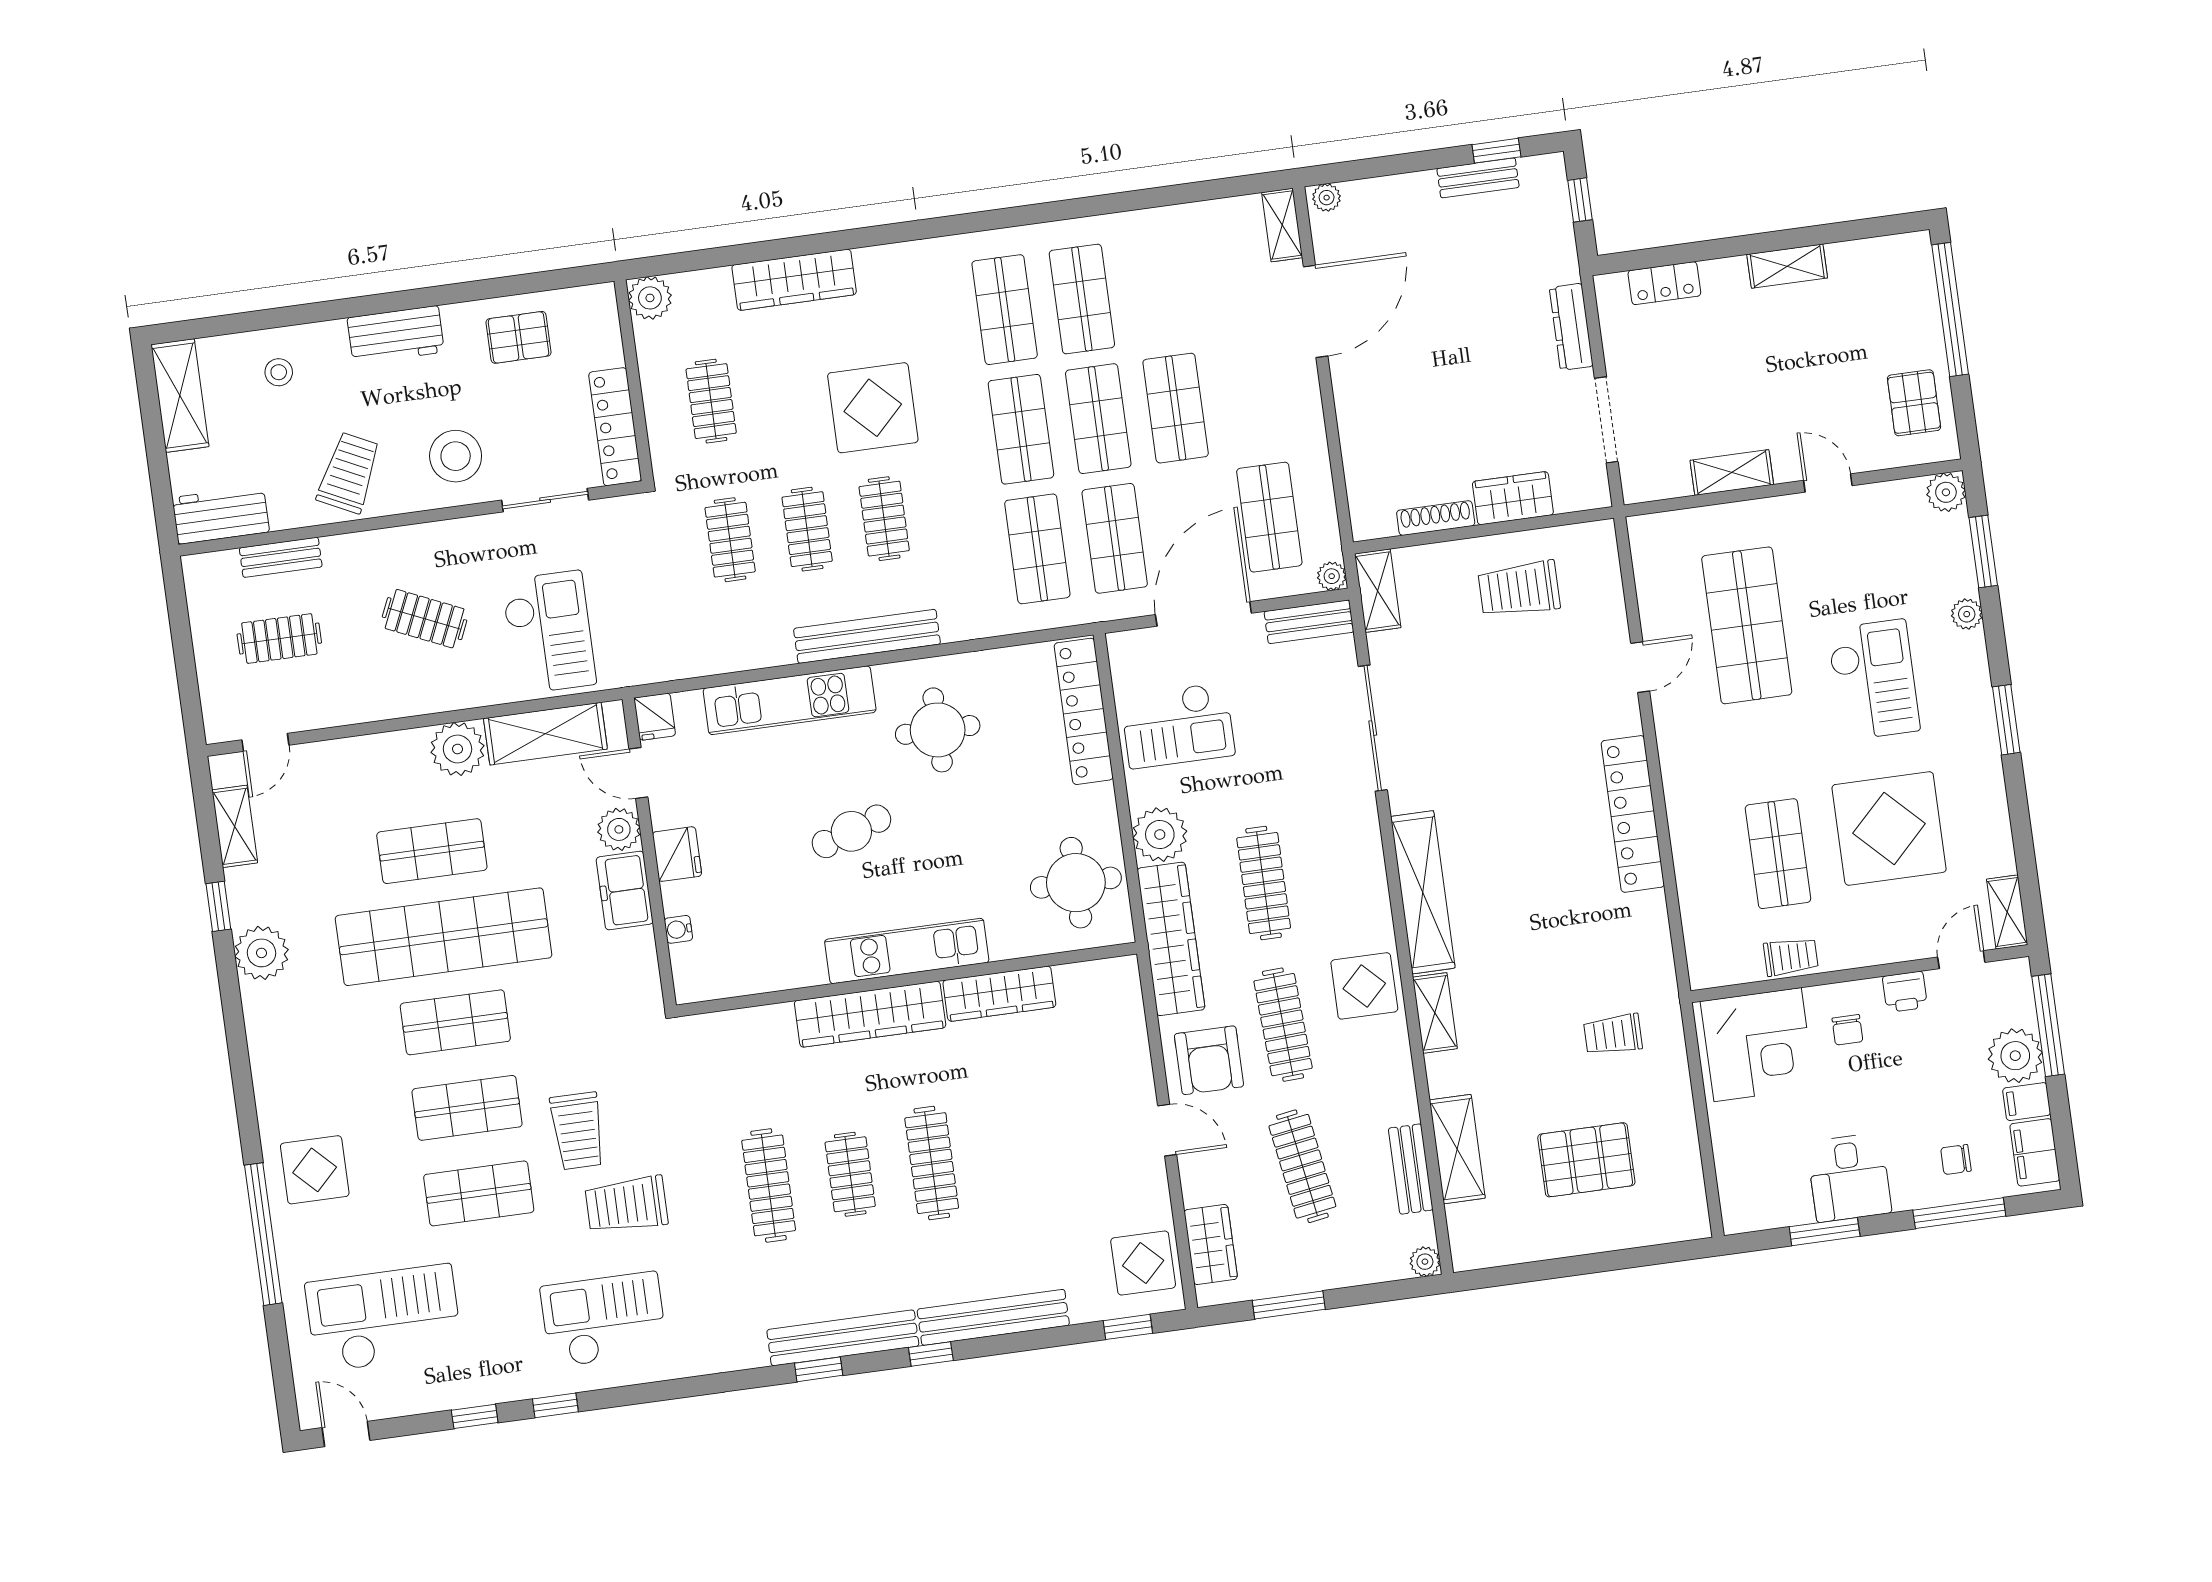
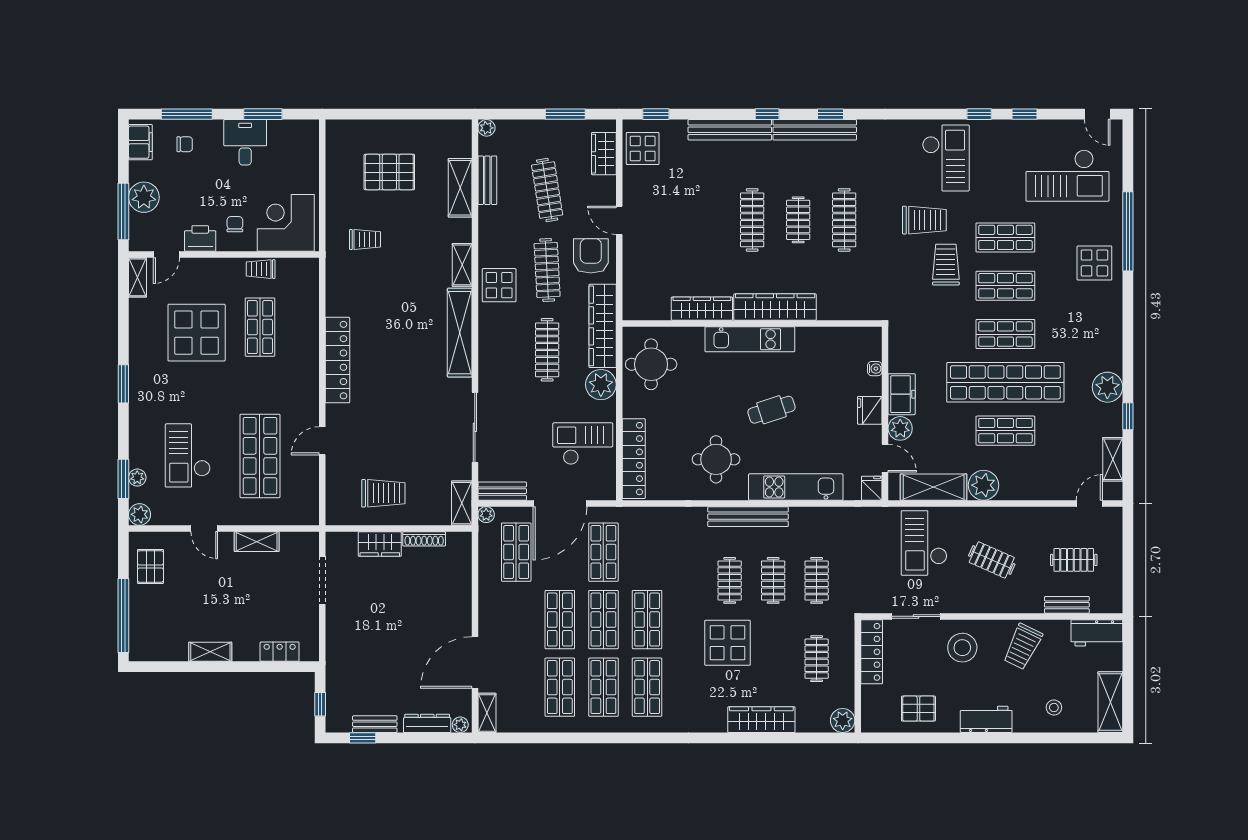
dresser: (1571, 327) -> (427, 723), moved, turned -90
shop shelf: (1037, 549) -> (560, 687), moved
plant: (1967, 614) -> (137, 478), moved
checkout: (1874, 680) -> (188, 455), moved
printer: (1905, 992) -> (200, 238), width x1.36, depth x1.24
filing cabinet: (2027, 1102) -> (141, 171), removed
checkout: (604, 1320) -> (946, 158), turned -90

